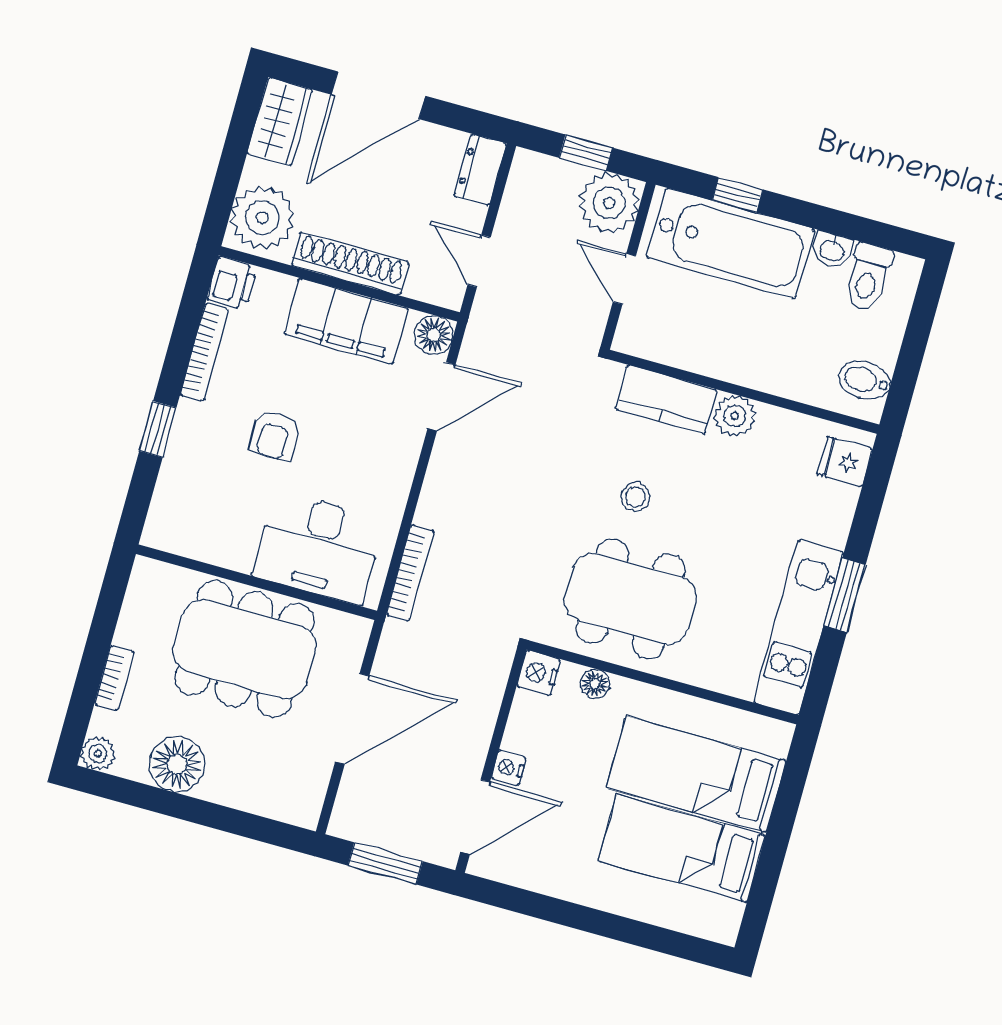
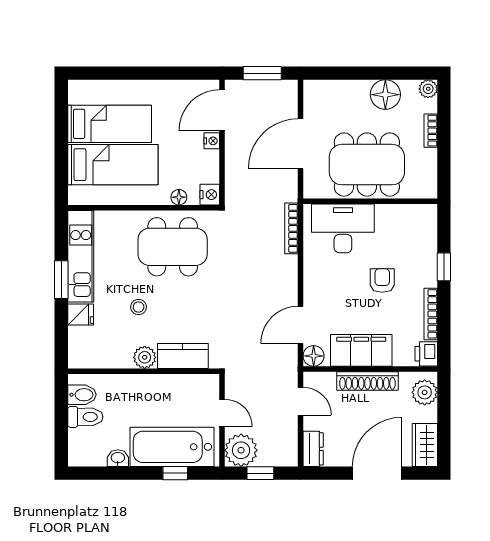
plant: (262, 218) -> (425, 392), width x0.73, depth x0.73
toilet: (868, 277) -> (85, 417), moved, turned 90
fridge: (845, 462) -> (81, 314), moved
stool: (635, 497) -> (139, 307), moved

